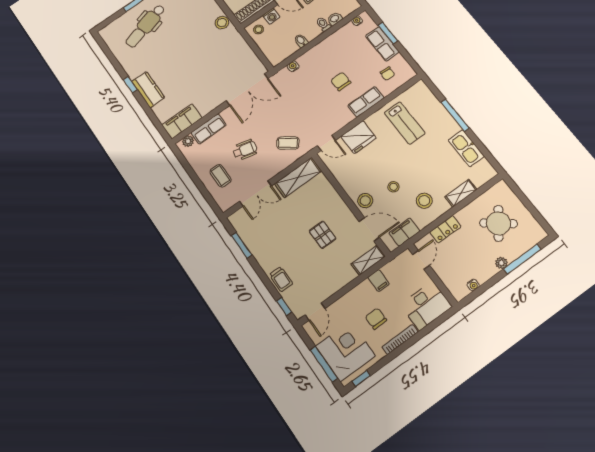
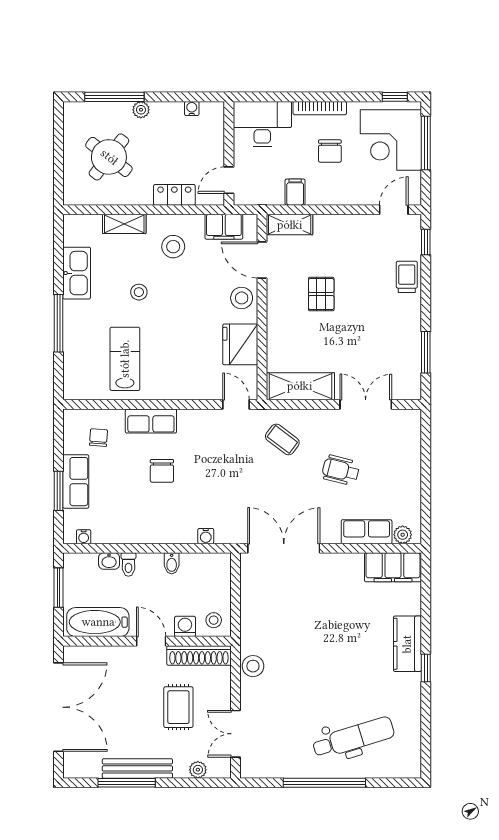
fridge: (358, 137) -> (240, 344), moved, turned -90
coffee table: (220, 176) -> (393, 459), removed
stool: (393, 187) -> (139, 292), moved

